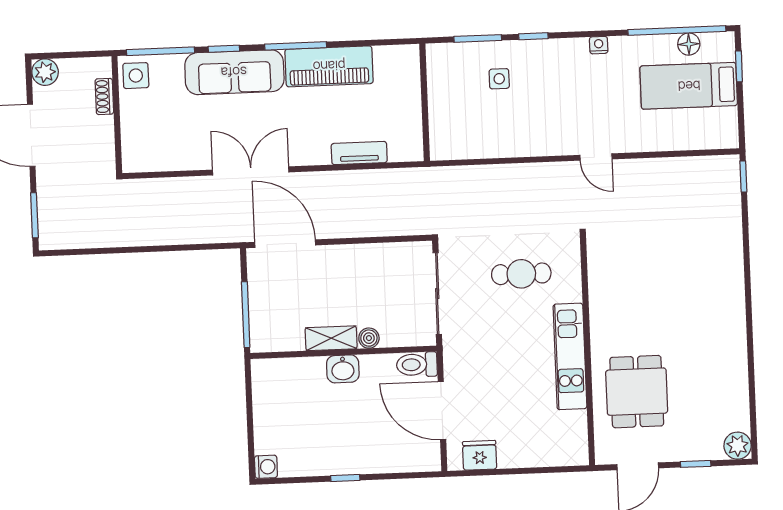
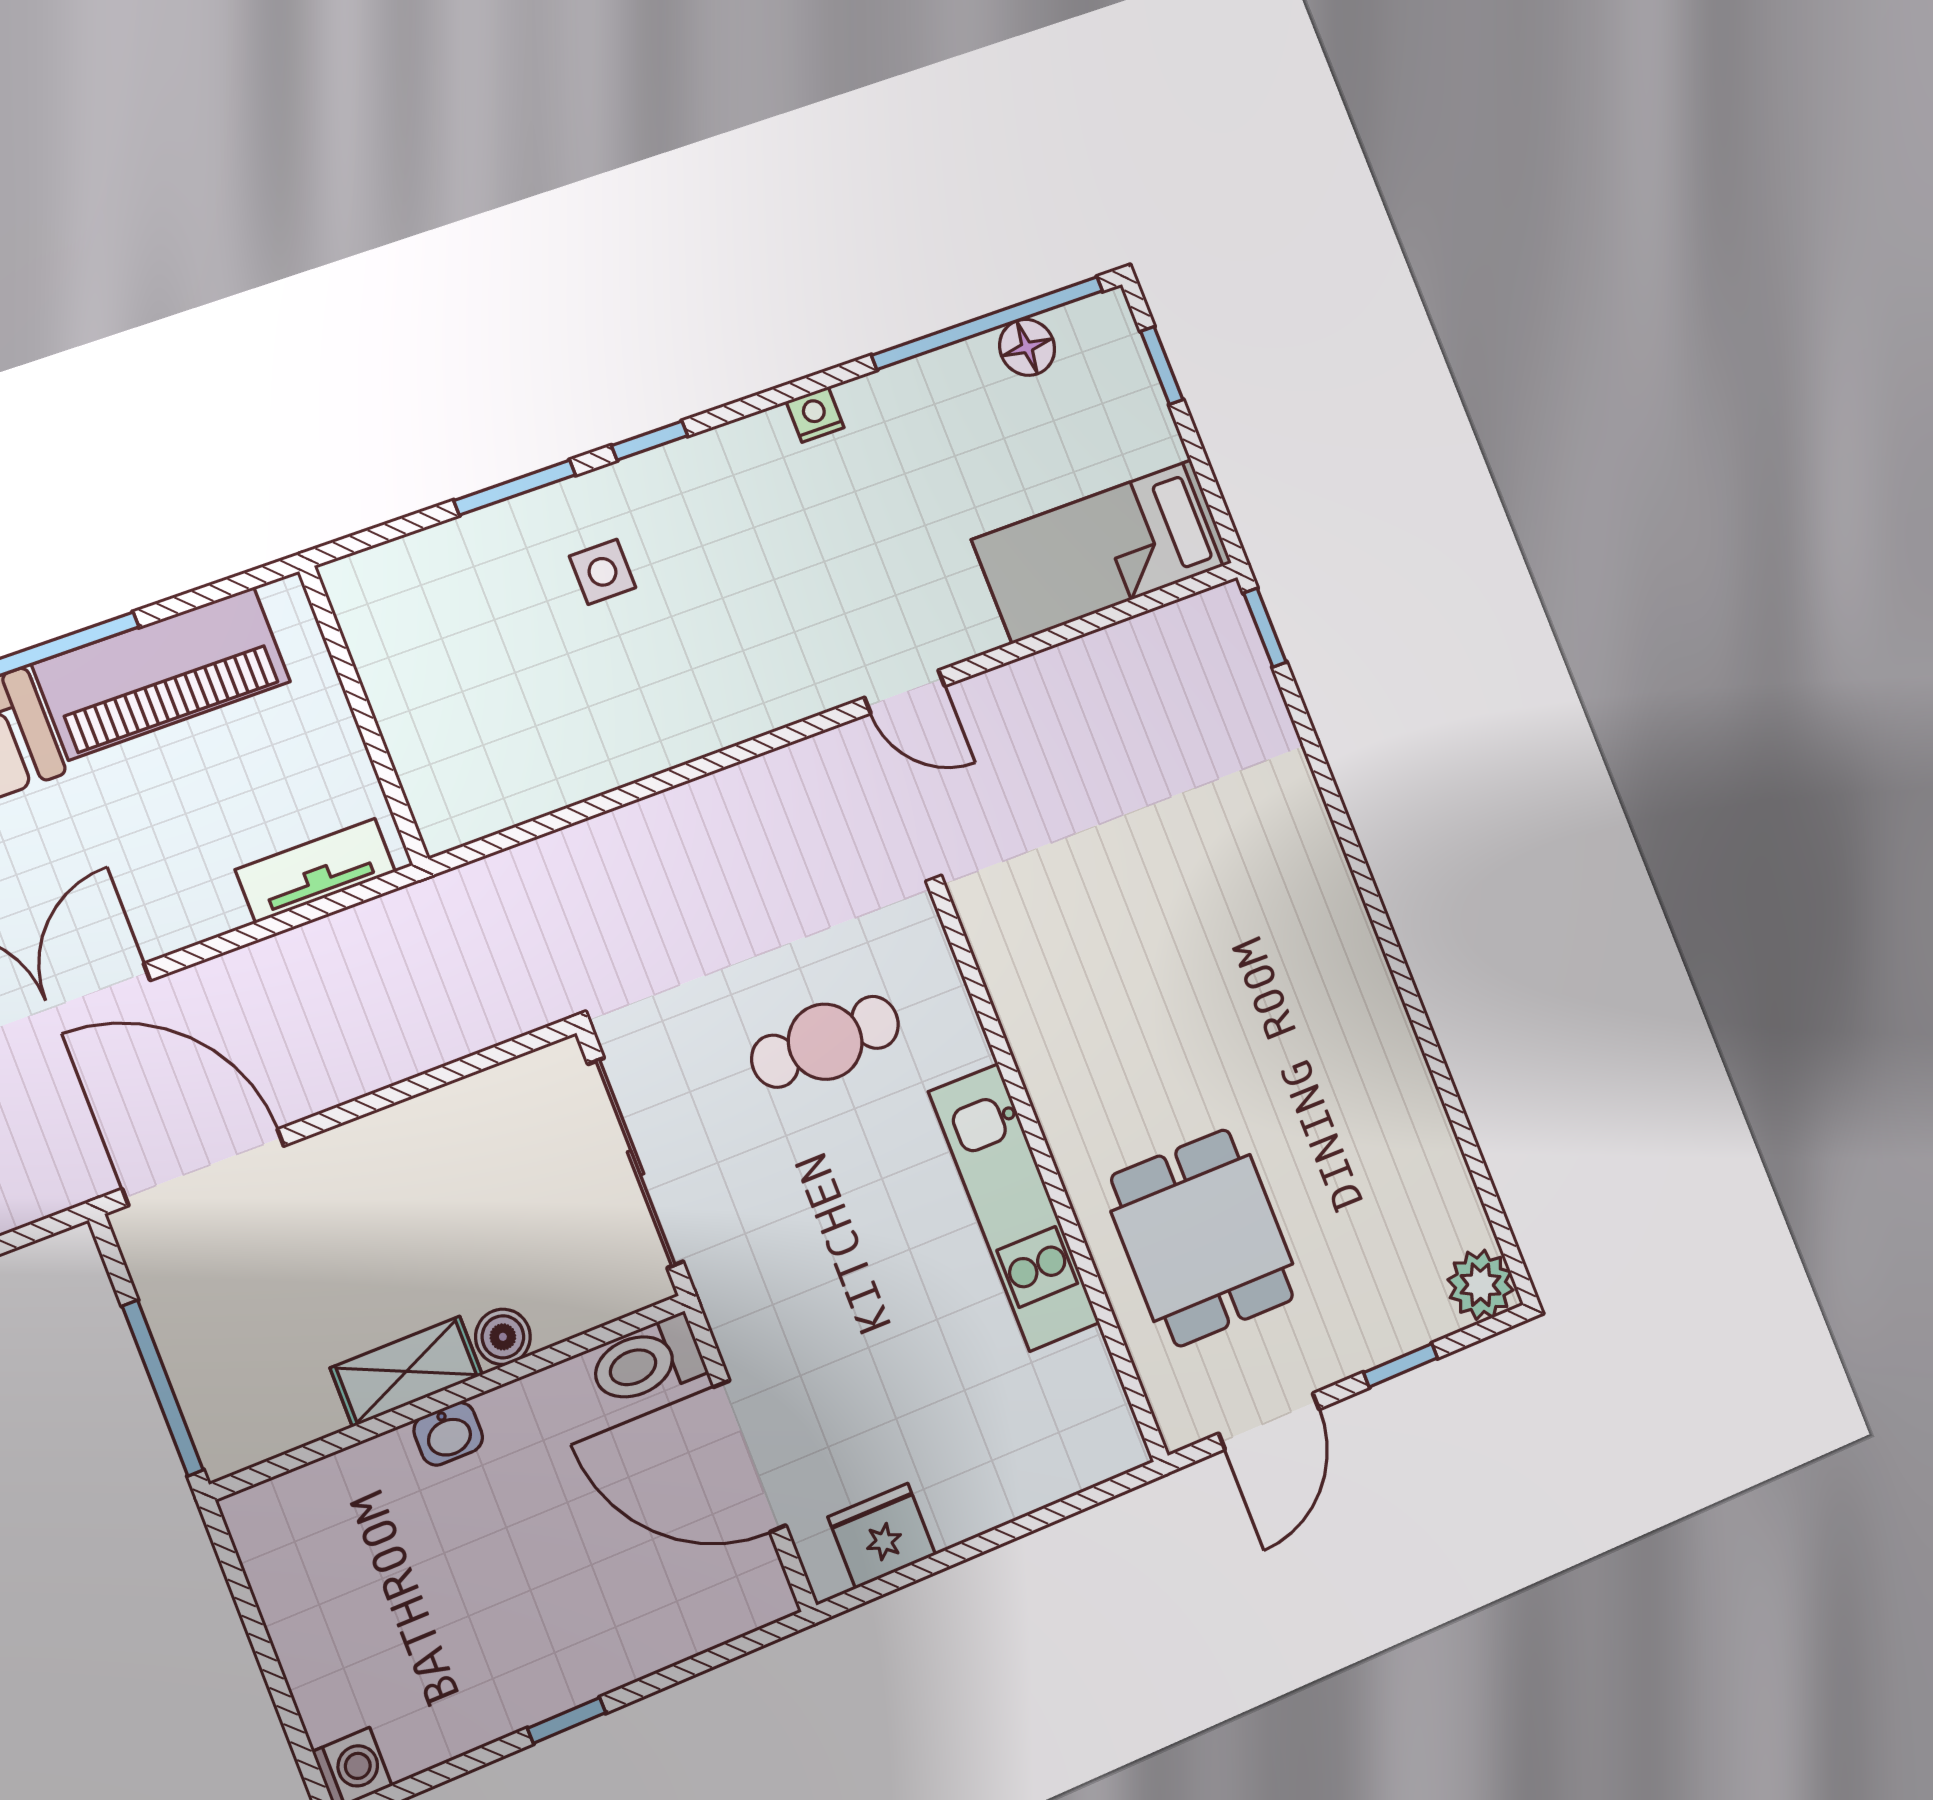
bed: (689, 86) -> (1102, 551), moved
wall: (425, 102) -> (364, 715), moved
washbasin: (343, 369) -> (448, 1434), width x0.72, depth x0.69

